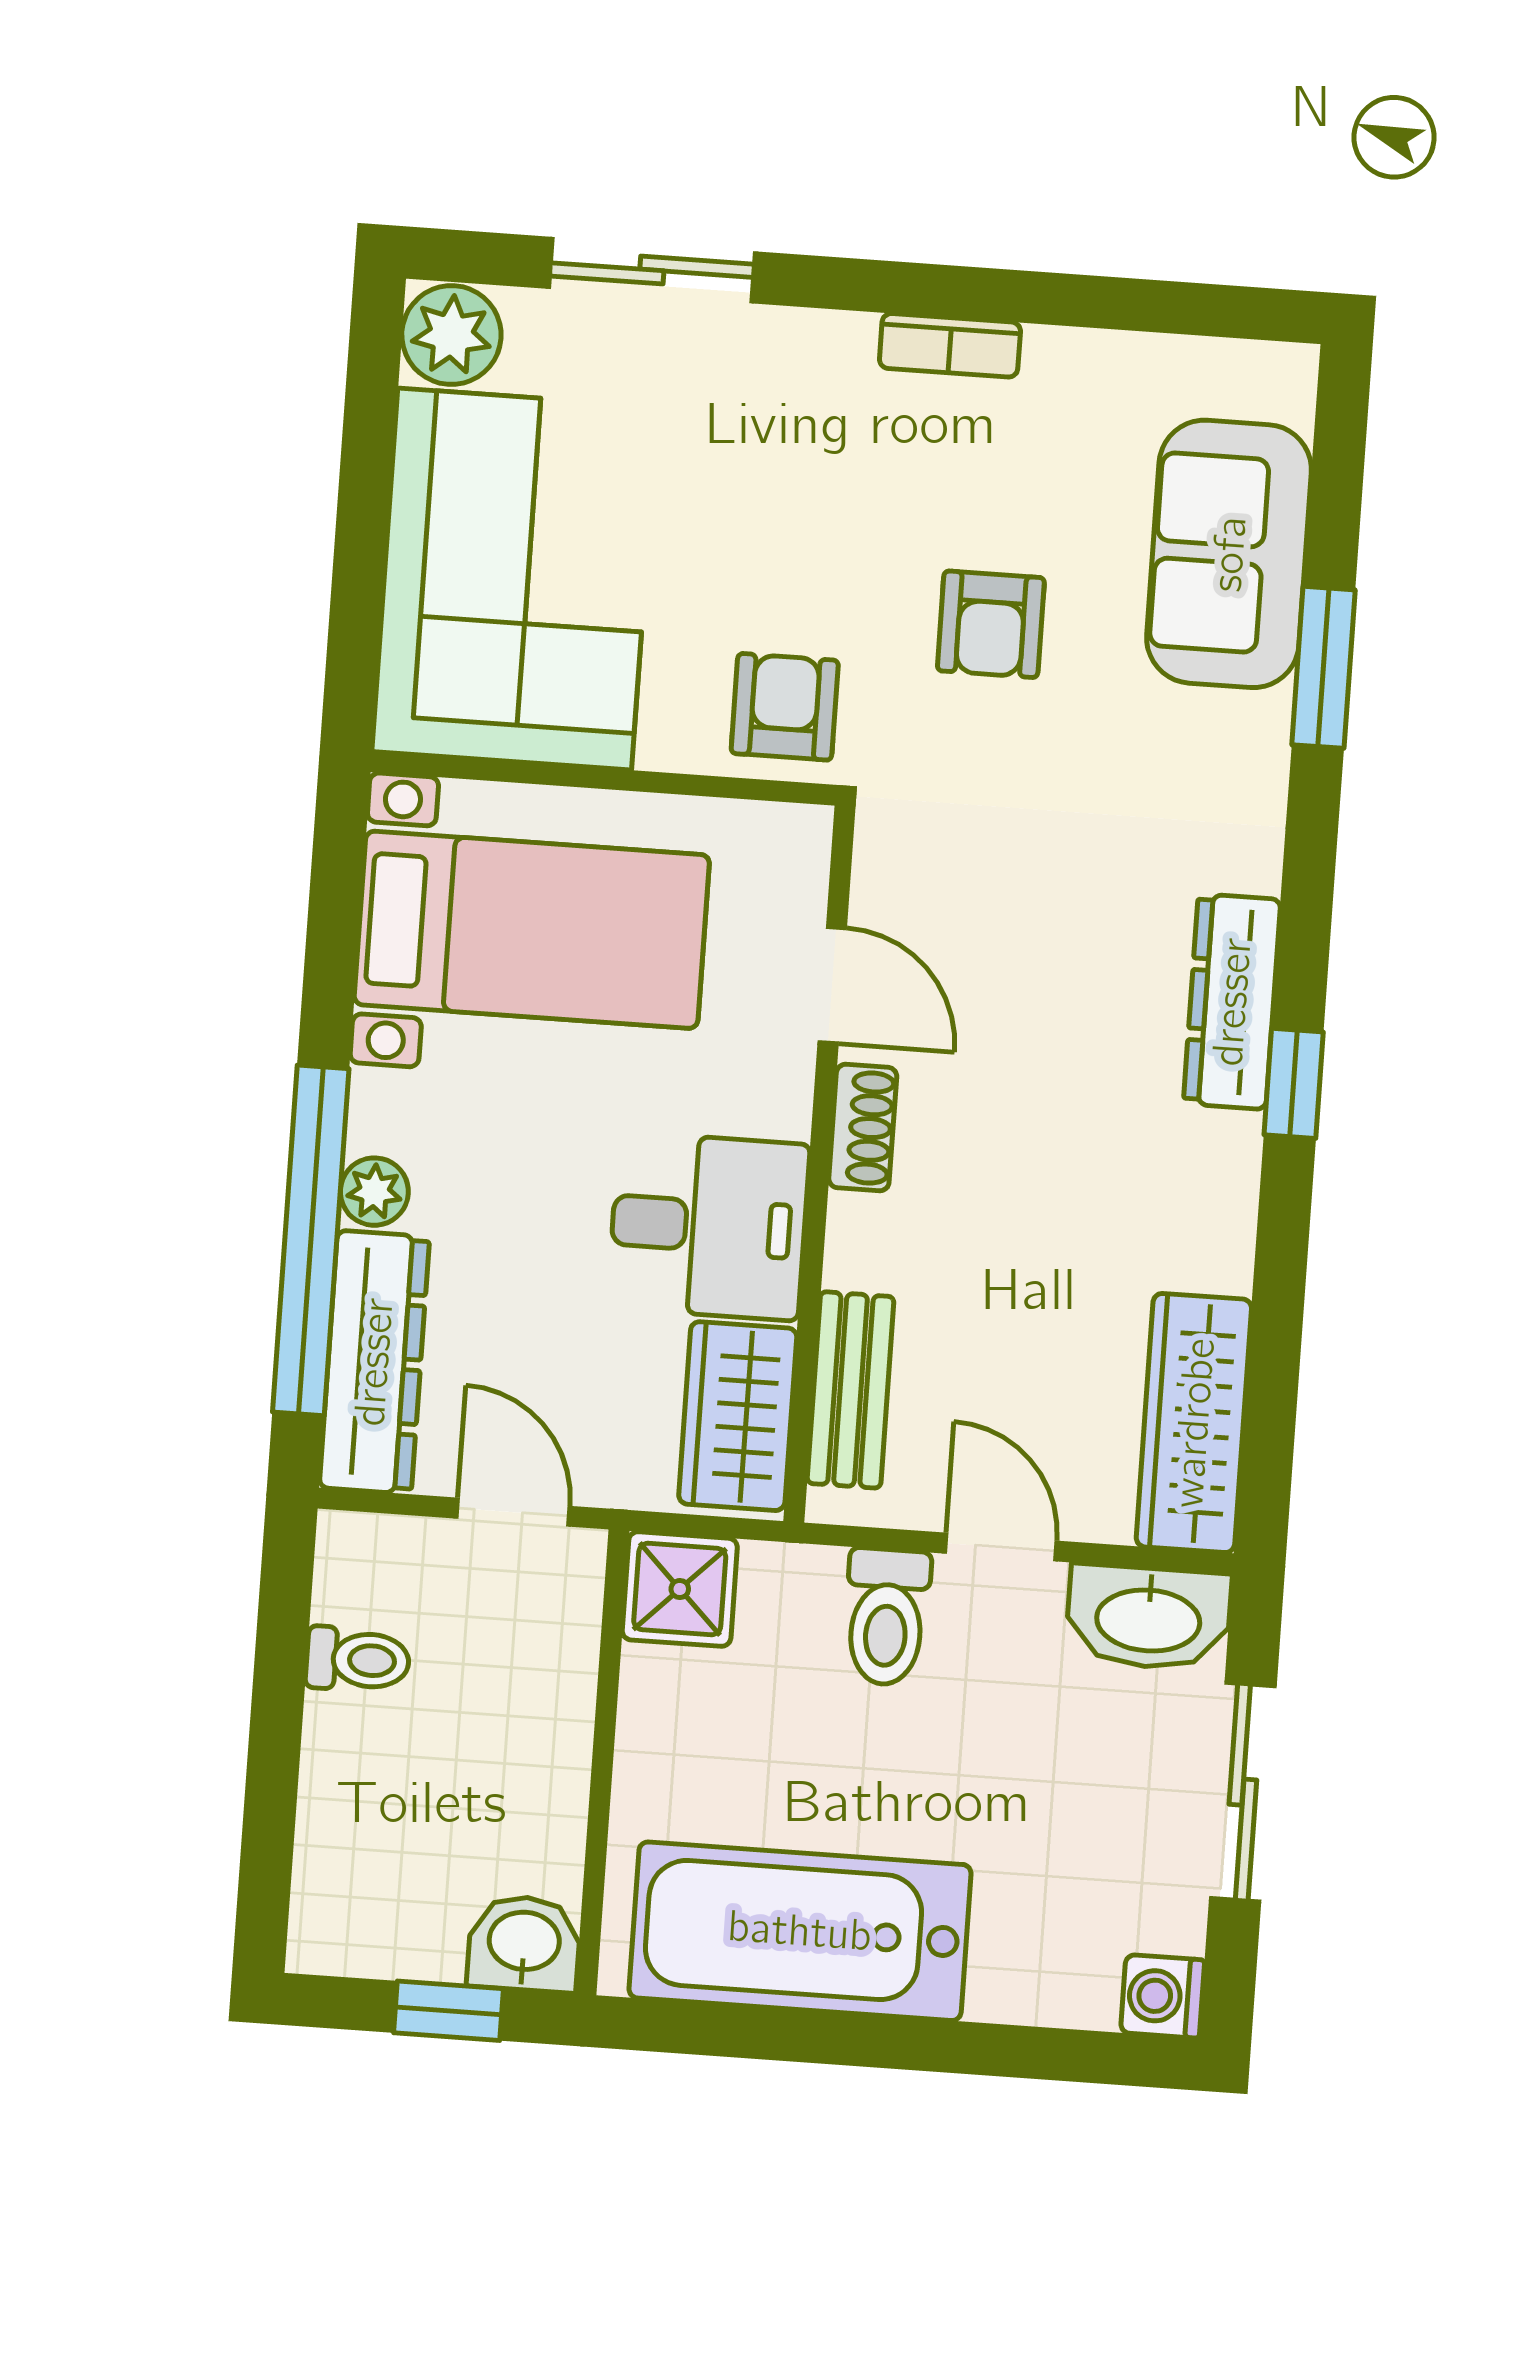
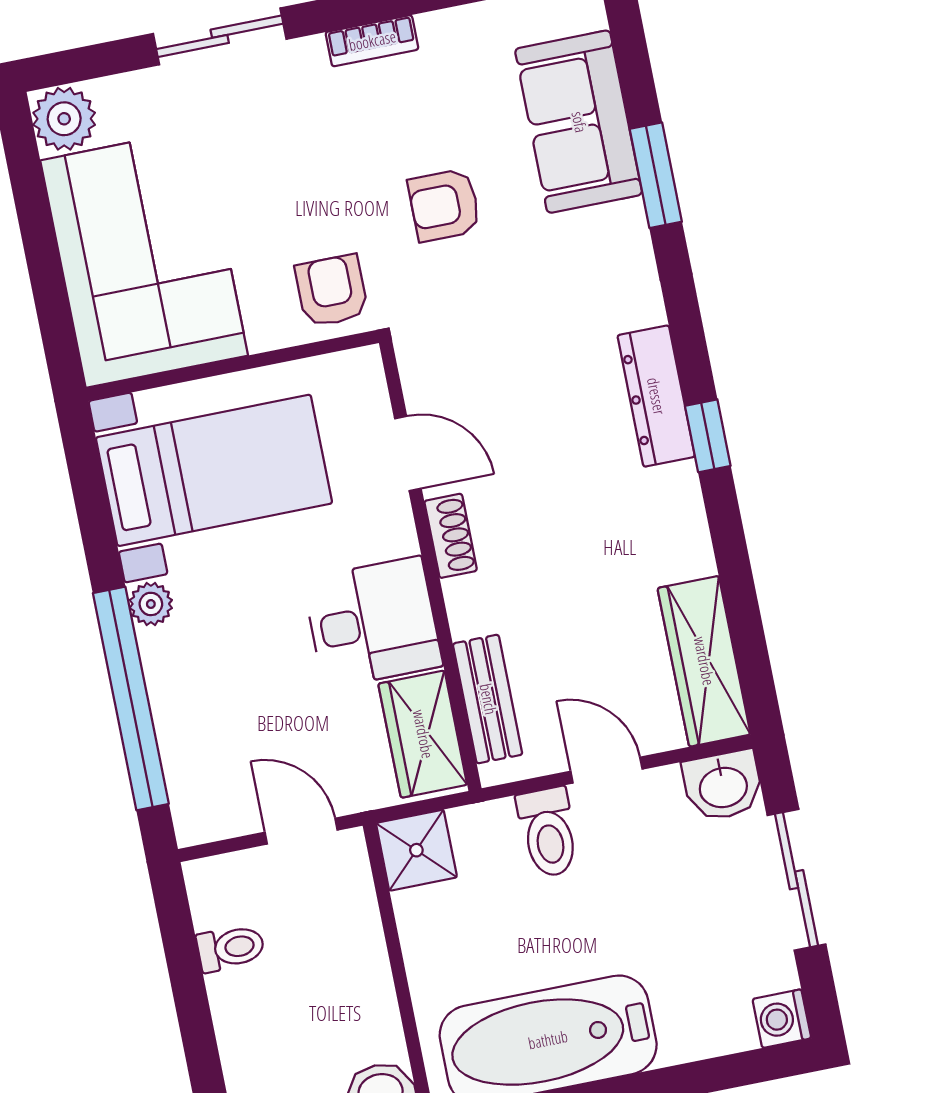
sliding door: (652, 270) -> (220, 36), moved
armchair: (991, 624) -> (444, 205), turned 90
plant: (374, 1192) -> (151, 604), moved
dresser: (374, 1362) -> (190, 763), removed
washbasin: (1148, 1618) -> (723, 786), width x0.72

